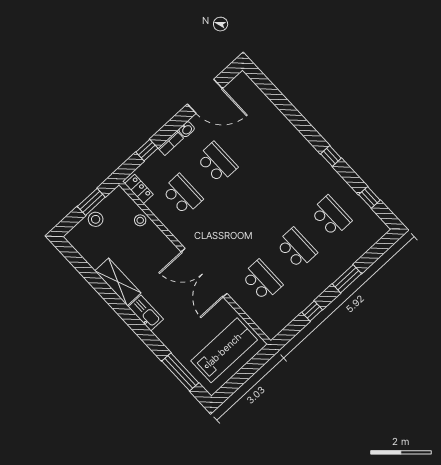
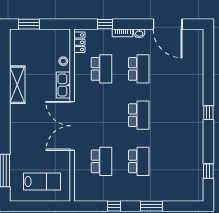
window: (331, 156) -> (208, 113), moved
window: (91, 202) -> (29, 24), moved
school desk: (331, 216) -> (139, 115), moved
stool: (96, 219) -> (38, 37), removed
kitchen sink: (146, 313) -> (63, 85), moved, turned 180
lab bench: (224, 350) -> (42, 182), width x0.73, depth x0.72

